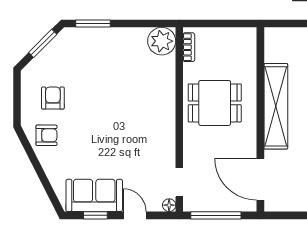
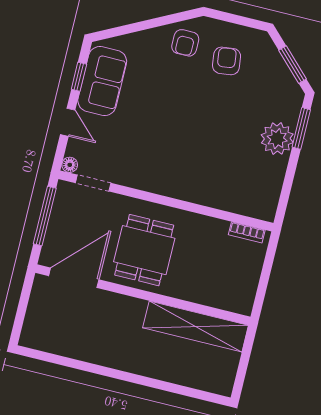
plant: (162, 41) -> (277, 139), moved
armchair: (53, 98) -> (227, 61), turned -97
dining table: (215, 103) -> (144, 250), moved
shelving: (276, 106) -> (196, 327), moved
door: (135, 215) -> (68, 122), hinge flipped

